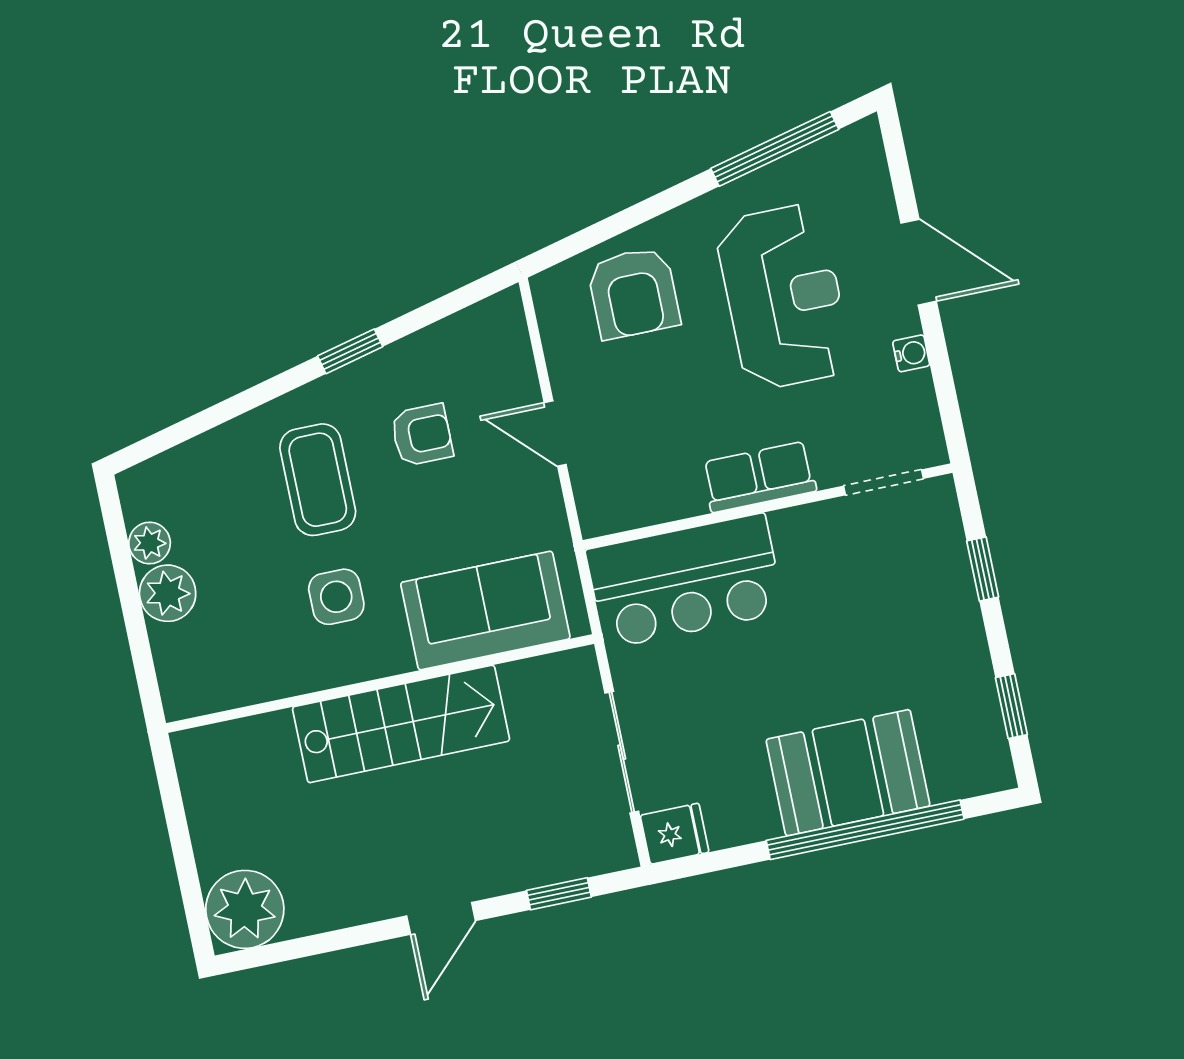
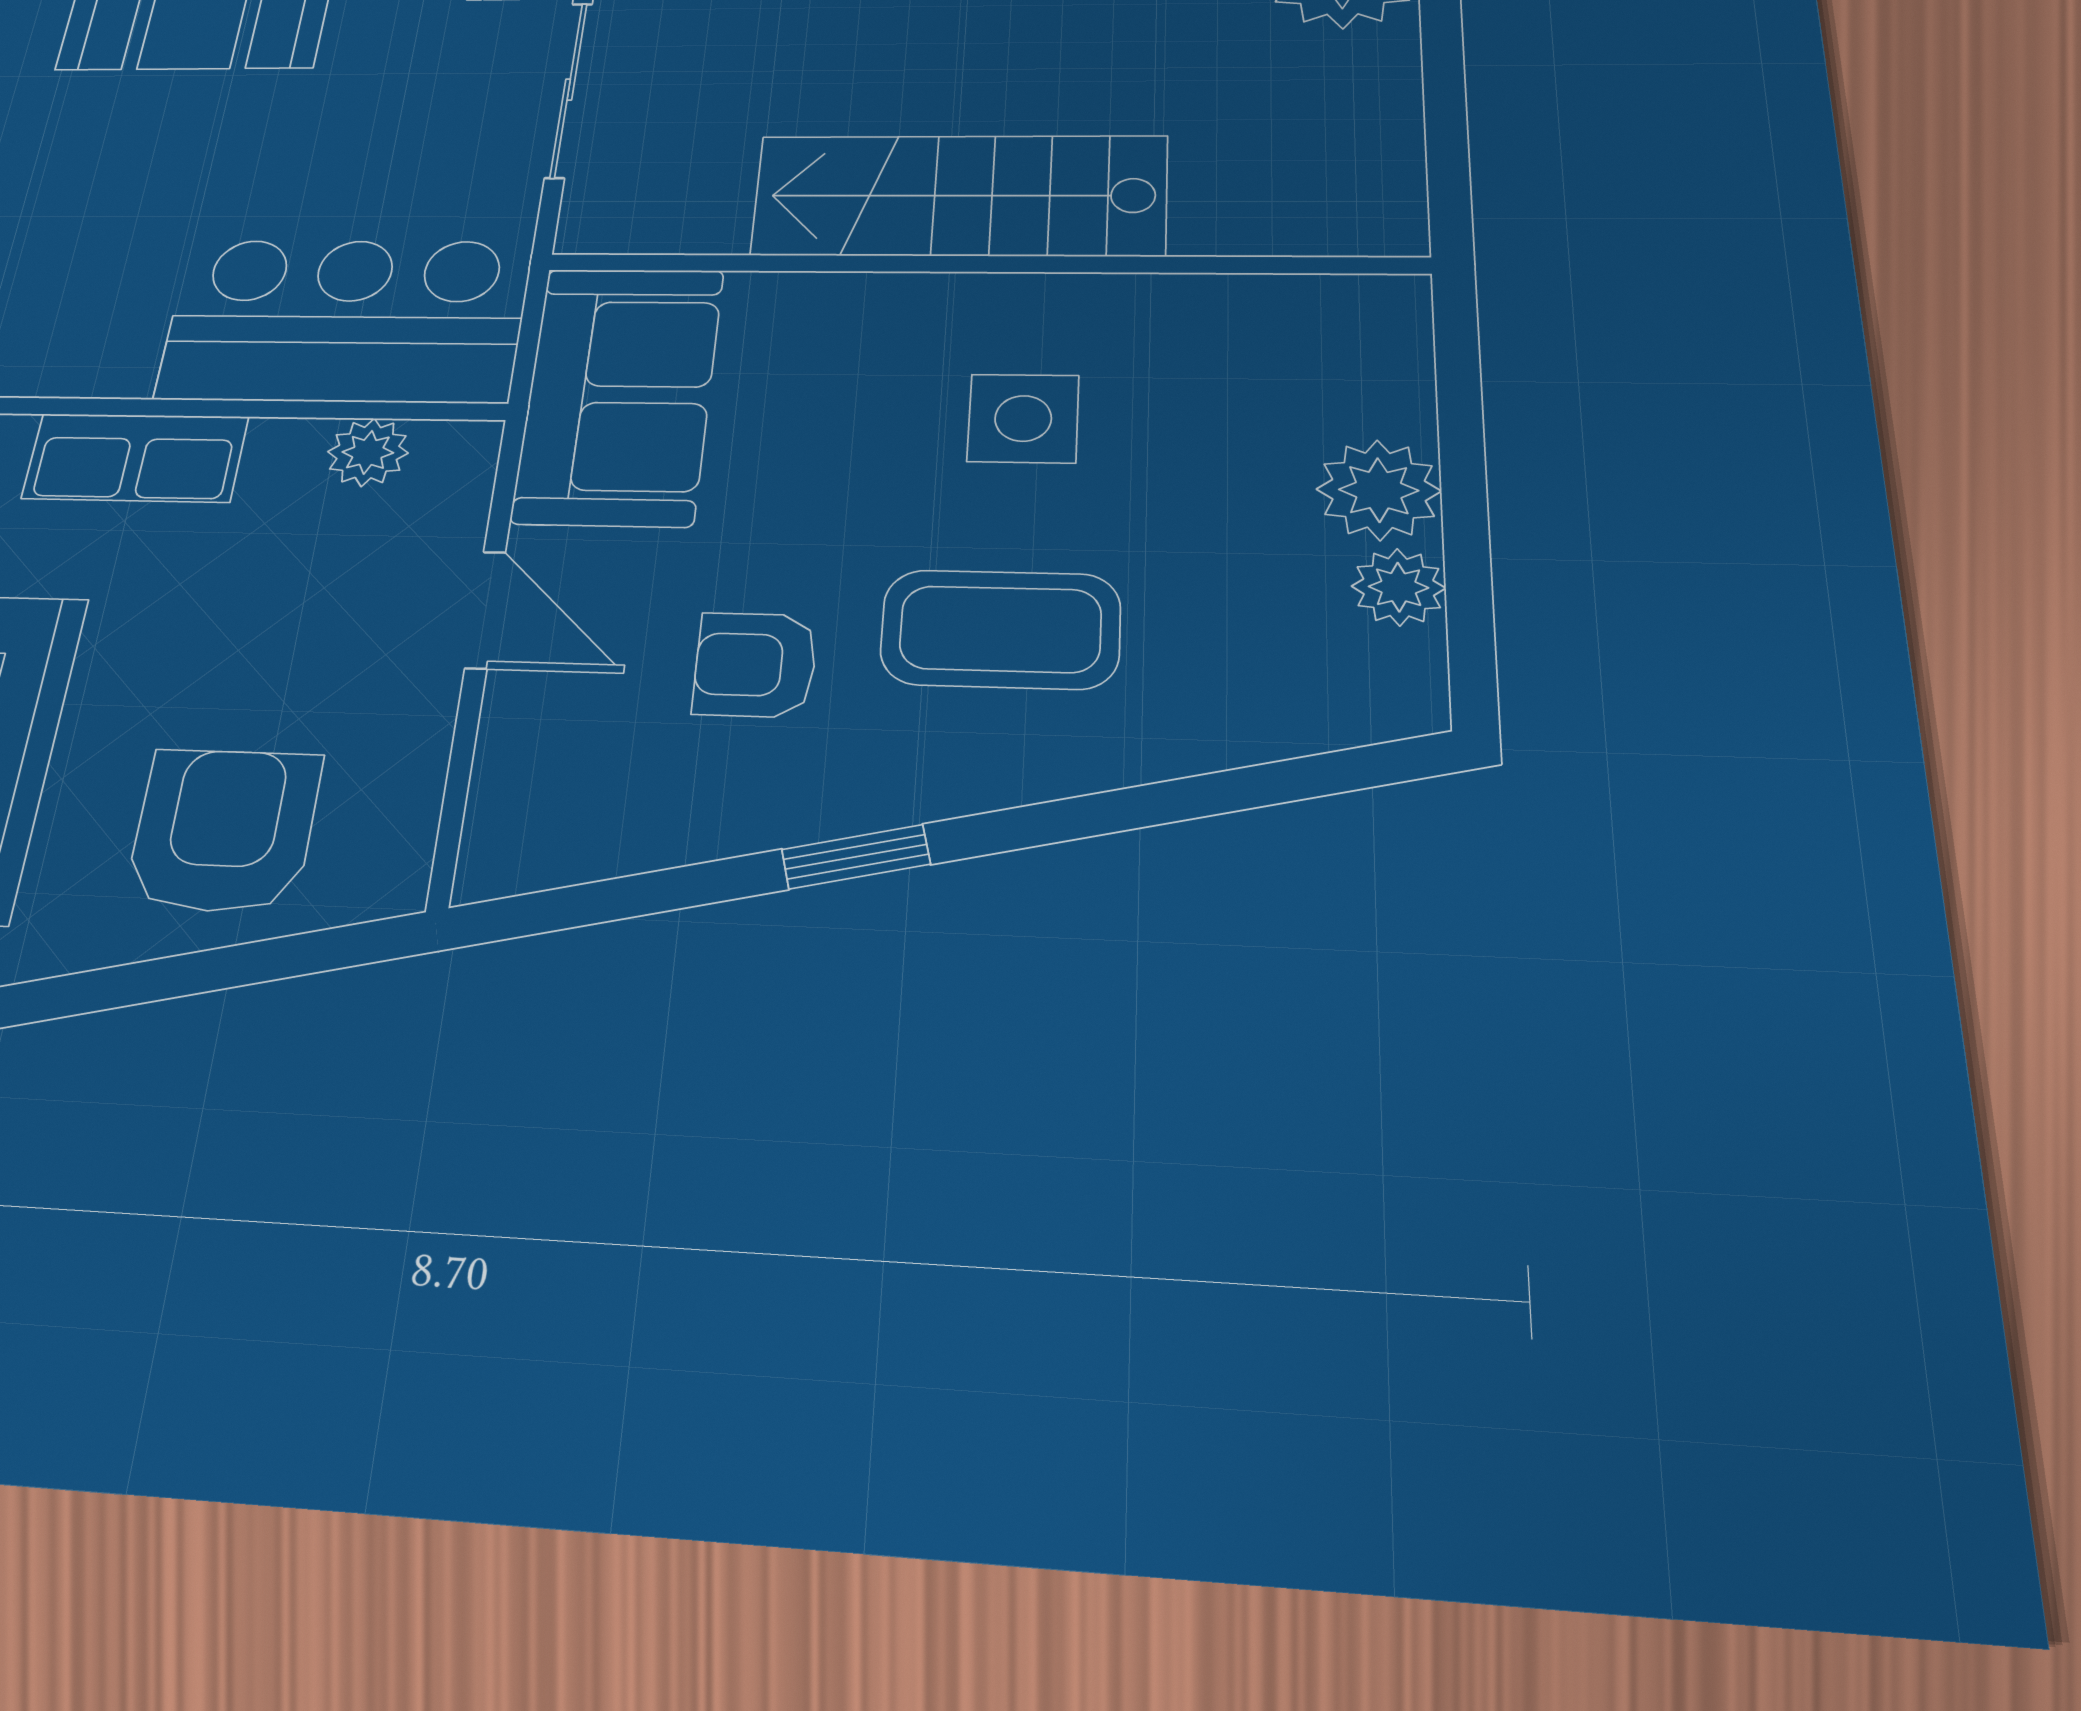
coffee table: (318, 480) -> (1000, 629), turned 90
plant: (644, 506) -> (368, 452), added
sofa: (485, 611) -> (619, 395), moved, turned -90

